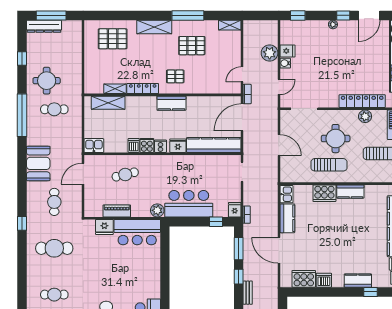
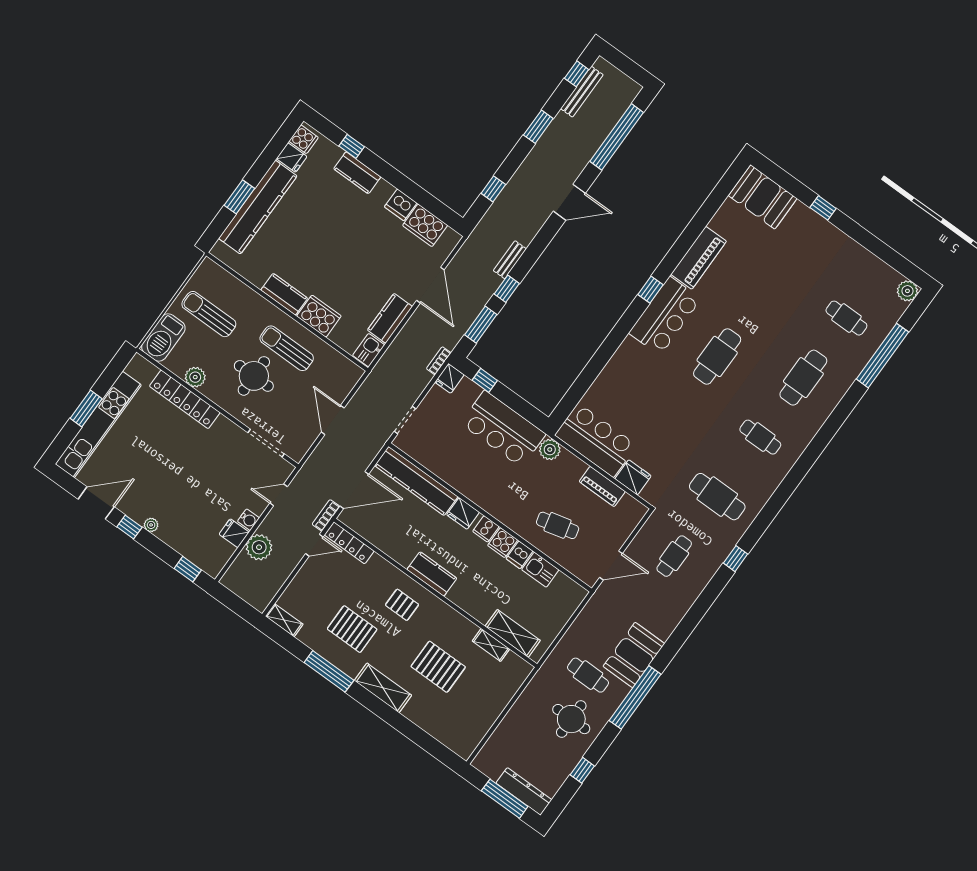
pallet: (113, 39) -> (438, 667), moved
locker: (143, 89) -> (349, 543), moved
kitchen sink: (94, 146) -> (540, 570), moved
booth: (38, 163) -> (634, 655), moved

